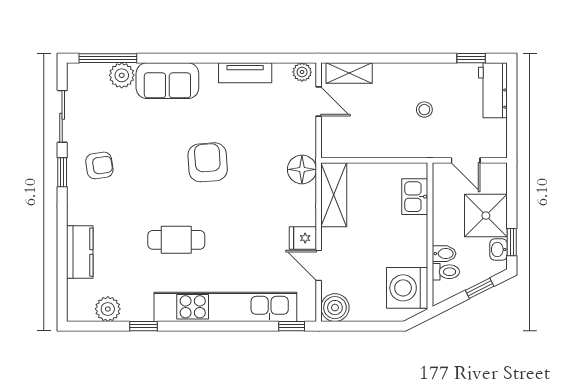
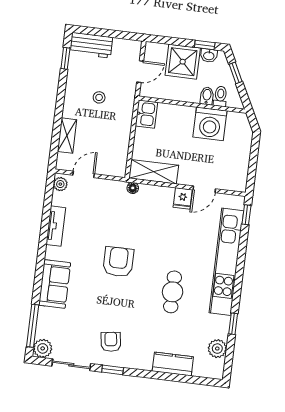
shelving: (349, 73) -> (67, 136), moved
plant: (122, 75) -> (43, 348), moved
armchair: (208, 162) -> (118, 262), turned 94
floor lamp: (302, 169) -> (133, 188), width x0.53, depth x0.53
kitchen sink: (415, 197) -> (146, 114), moved, turned -90
washing machine: (407, 288) -> (210, 124), moved
boiler: (335, 308) -> (237, 181), removed

